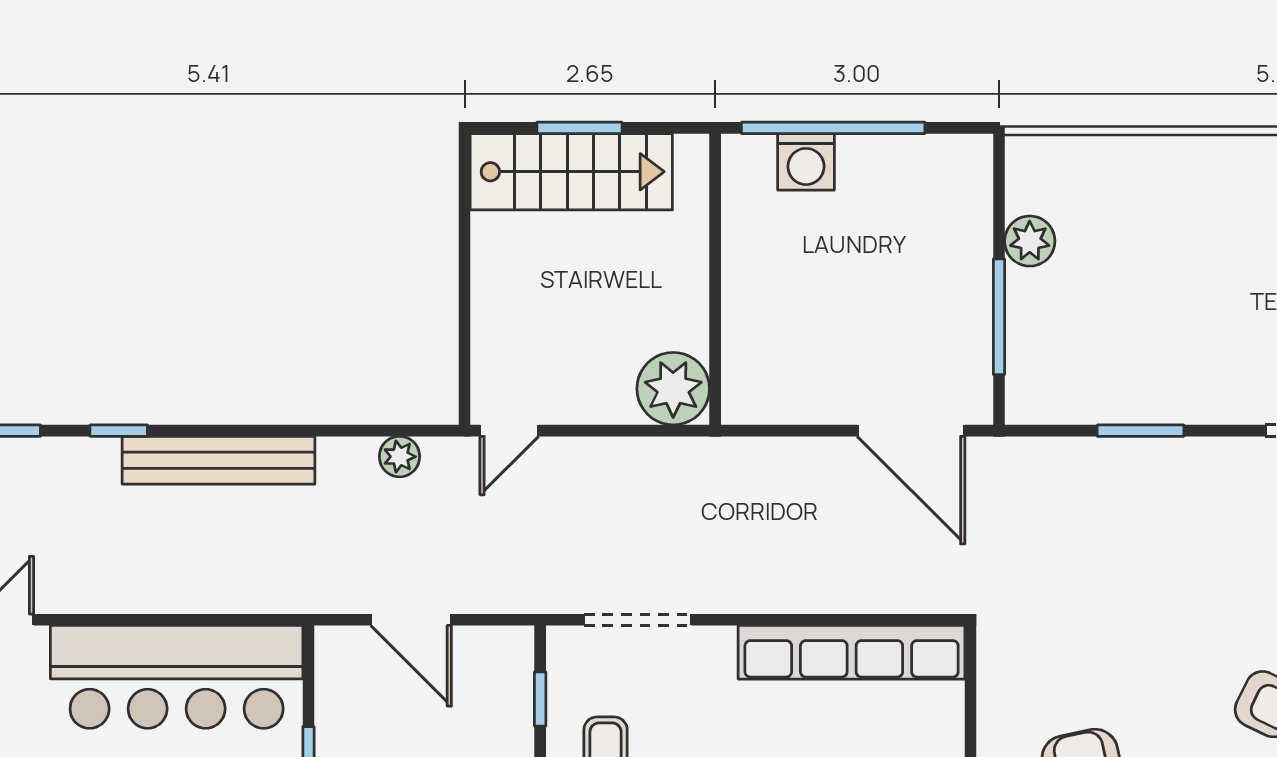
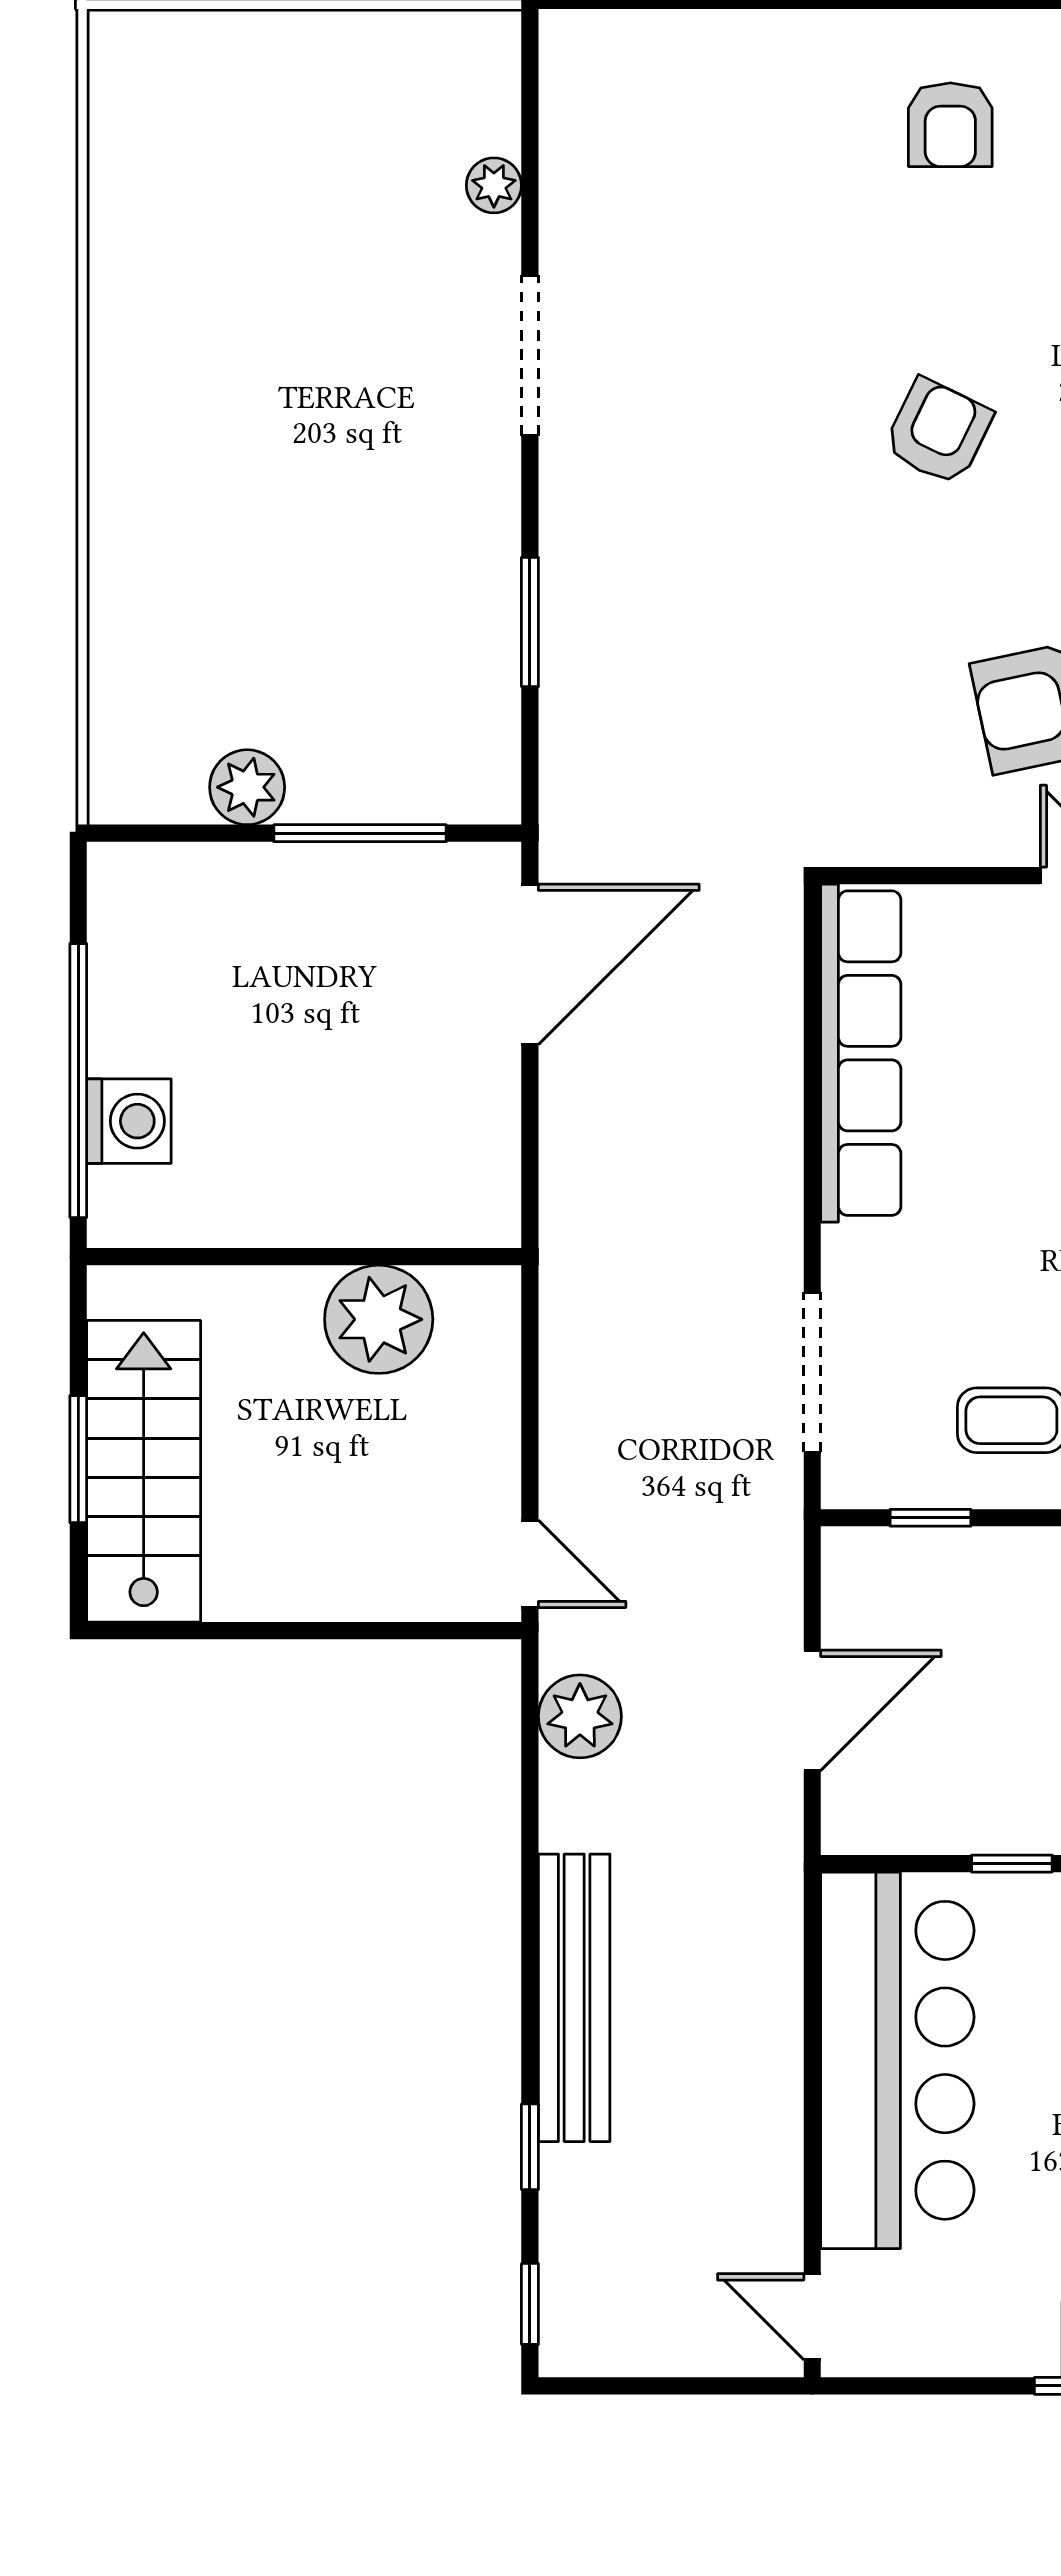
plant: (673, 389) -> (379, 1319), moved
plant: (400, 457) -> (580, 1716), width x1.38, depth x1.38

